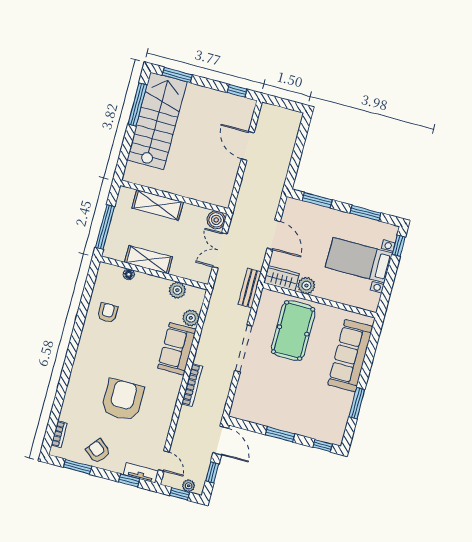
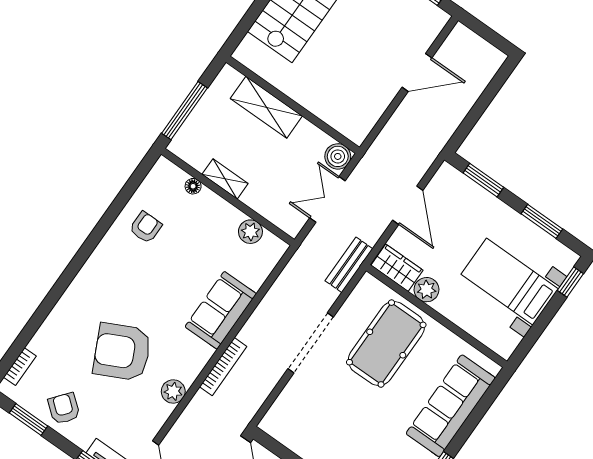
door: (248, 146) -> (417, 72), swing flipped
shelving: (149, 260) -> (225, 179), width x0.67, depth x0.75
plant: (191, 318) -> (173, 391), moved
armchair: (122, 400) -> (122, 352), turned -116

